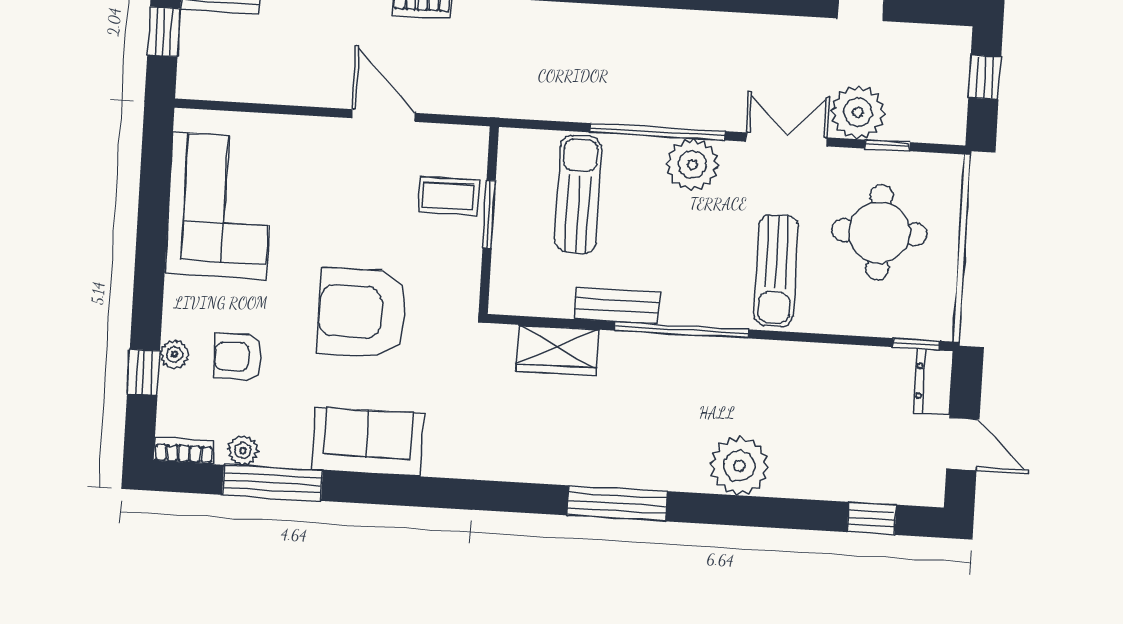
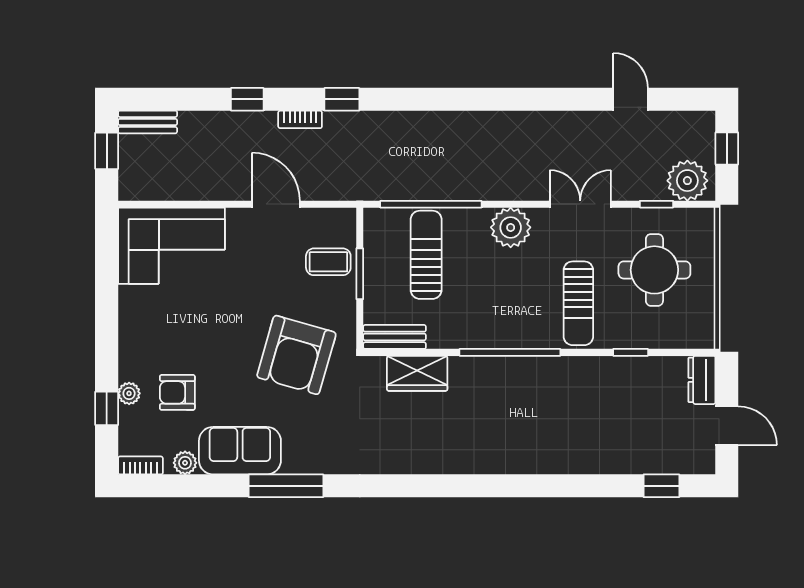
plant: (858, 112) -> (687, 181), moved
window: (657, 132) -> (431, 204), moved
corner sofa: (219, 206) -> (171, 246), moved, turned 90
bench: (617, 306) -> (395, 337), moved
armchair: (362, 312) -> (296, 355), moved, turned -74
window: (916, 344) -> (631, 352), moved
sofa: (368, 442) -> (240, 451), moved
plant: (739, 466) -> (559, 452), removed
window: (272, 483) -> (286, 486), moved
window: (617, 503) -> (469, 486), removed

